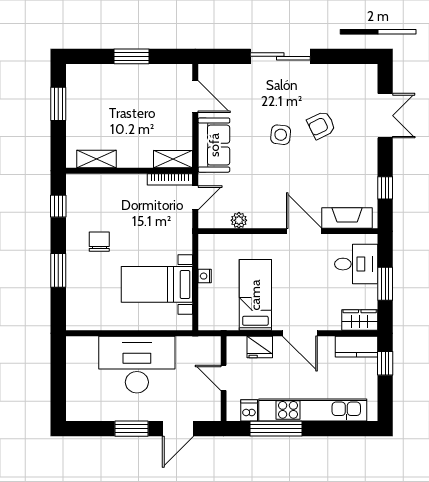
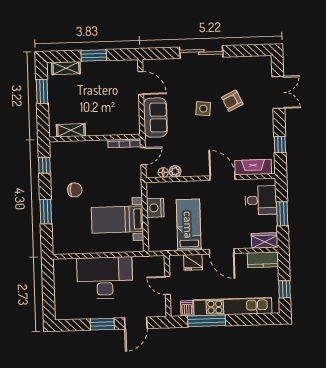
shelving: (173, 159) -> (66, 68), moved
floor lamp: (222, 221) -> (163, 172), added
chair: (99, 242) -> (75, 190), turned 90
nightstand: (205, 276) -> (155, 208), width x1.89, depth x1.79
window: (385, 363) -> (284, 289), moved

